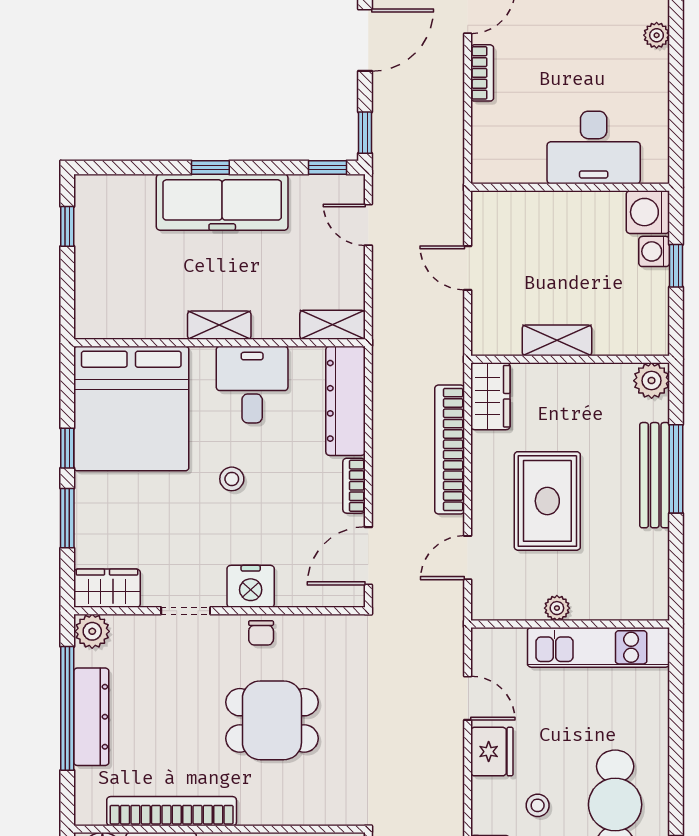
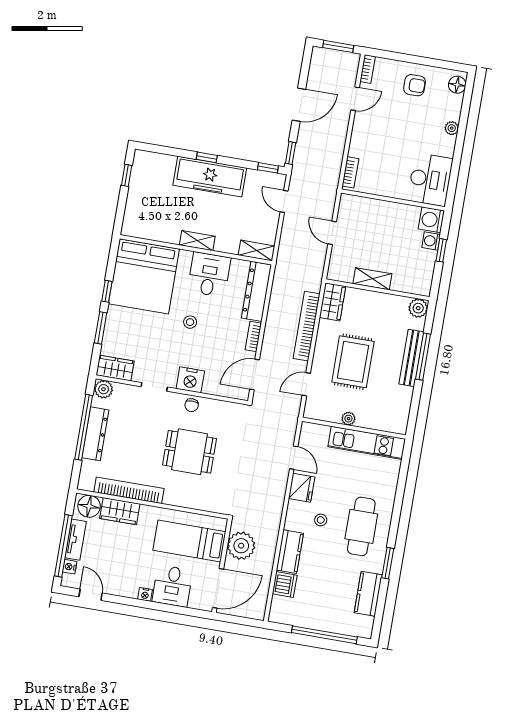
bookcase: (482, 73) -> (350, 172), moved
desk: (594, 148) -> (430, 180), moved, turned -90

